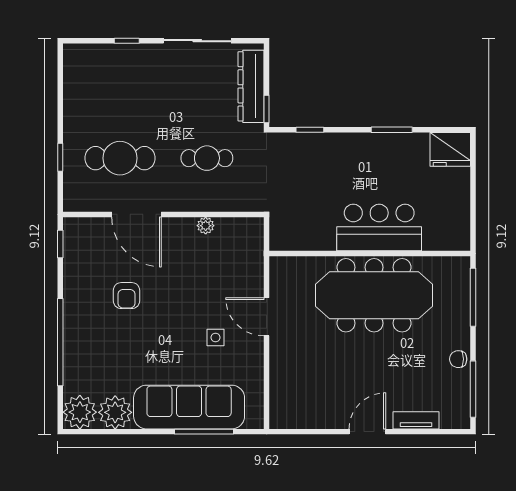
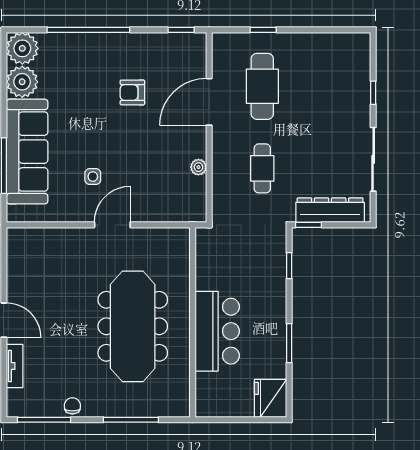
bar counter: (379, 227) -> (217, 331), moved
wall: (370, 254) -> (193, 322), moved

